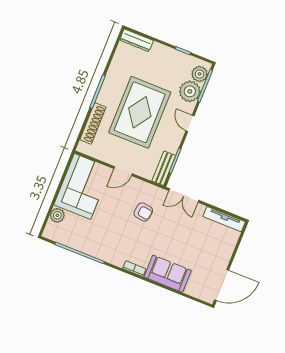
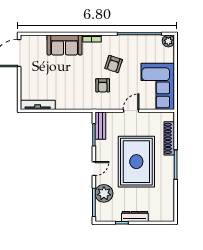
dresser: (136, 40) -> (135, 216), moved
plant: (200, 74) -> (102, 210), removed
door: (190, 123) -> (94, 169), hinge flipped
double door: (184, 195) -> (76, 111), removed
armchair: (143, 212) -> (103, 85), turned -98
plant: (57, 215) -> (168, 41), moved
armchair: (122, 231) -> (114, 64), added

